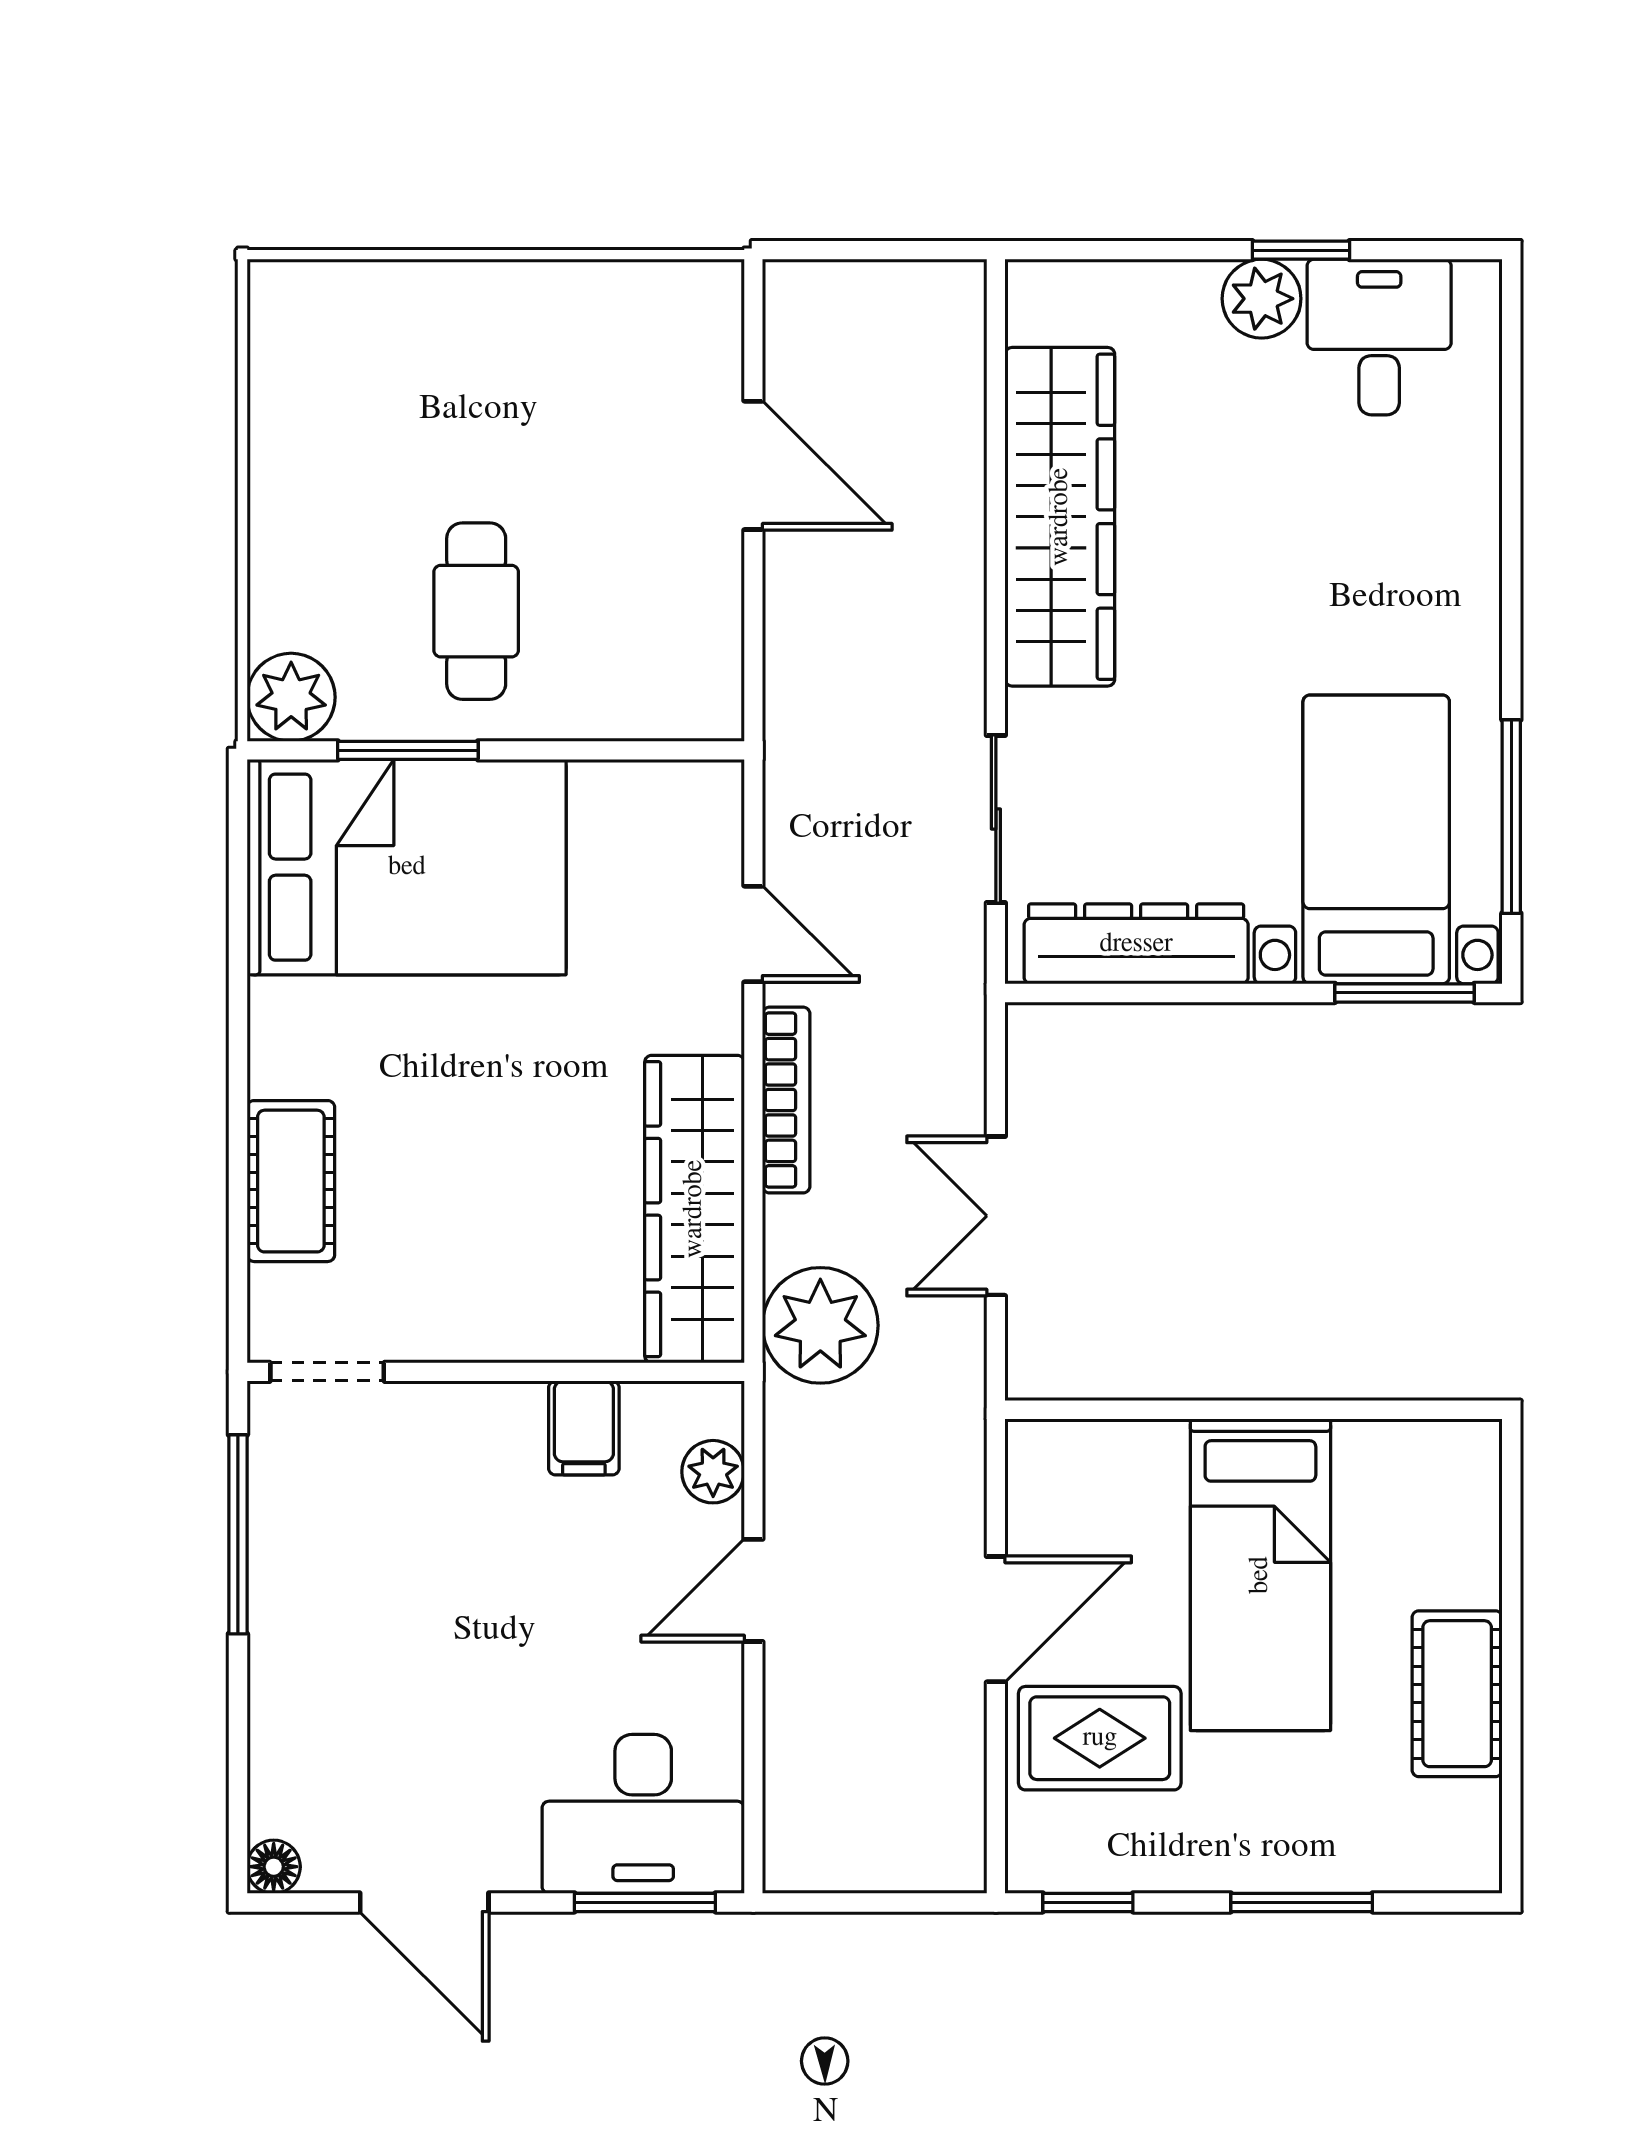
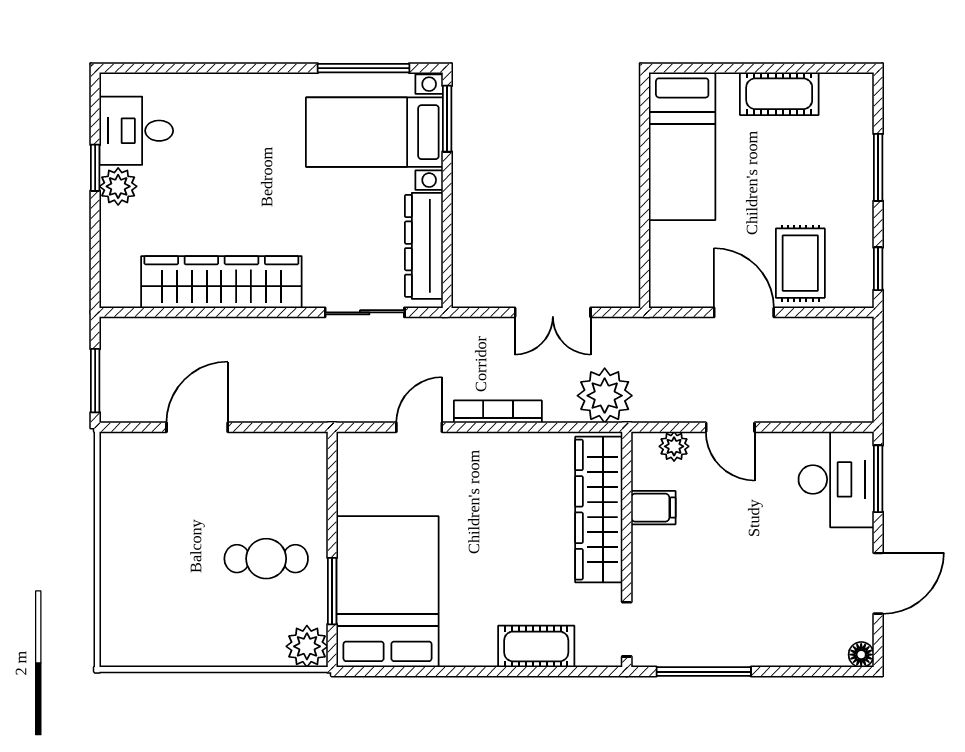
window: (852, 250) -> (95, 381), added
wardrobe: (694, 1209) -> (599, 510), moved, turned 90
bed: (1260, 1575) -> (682, 146), moved, turned 90

